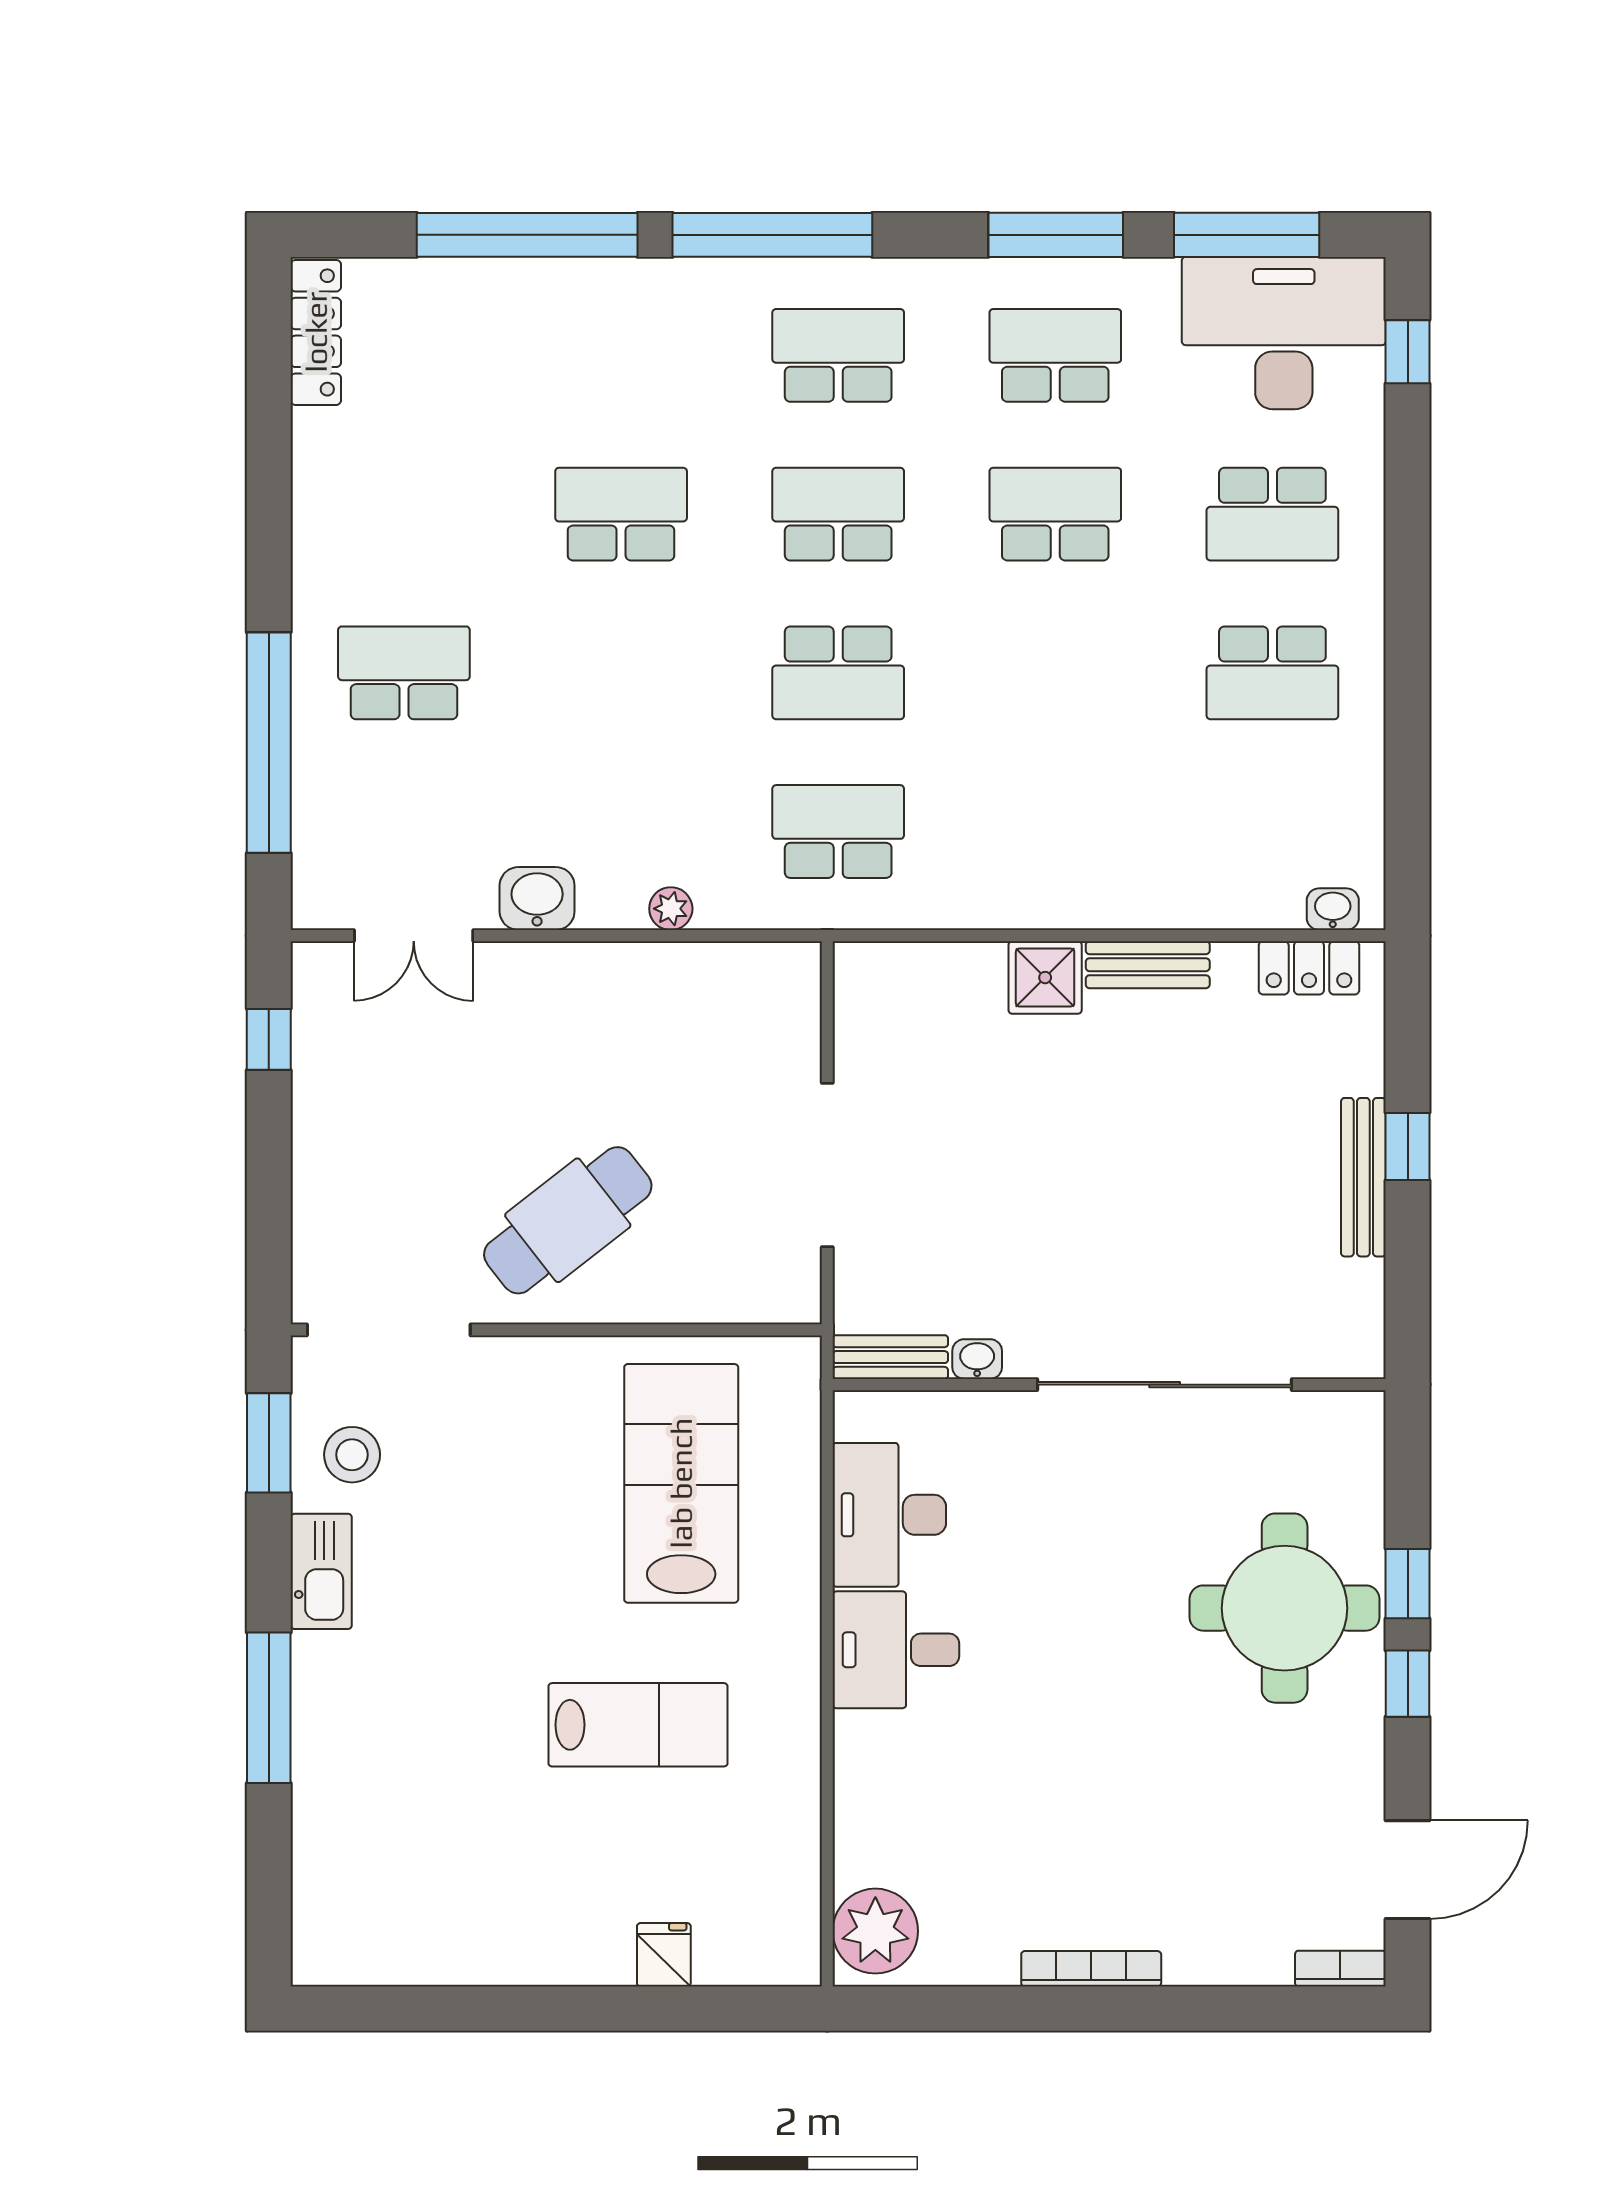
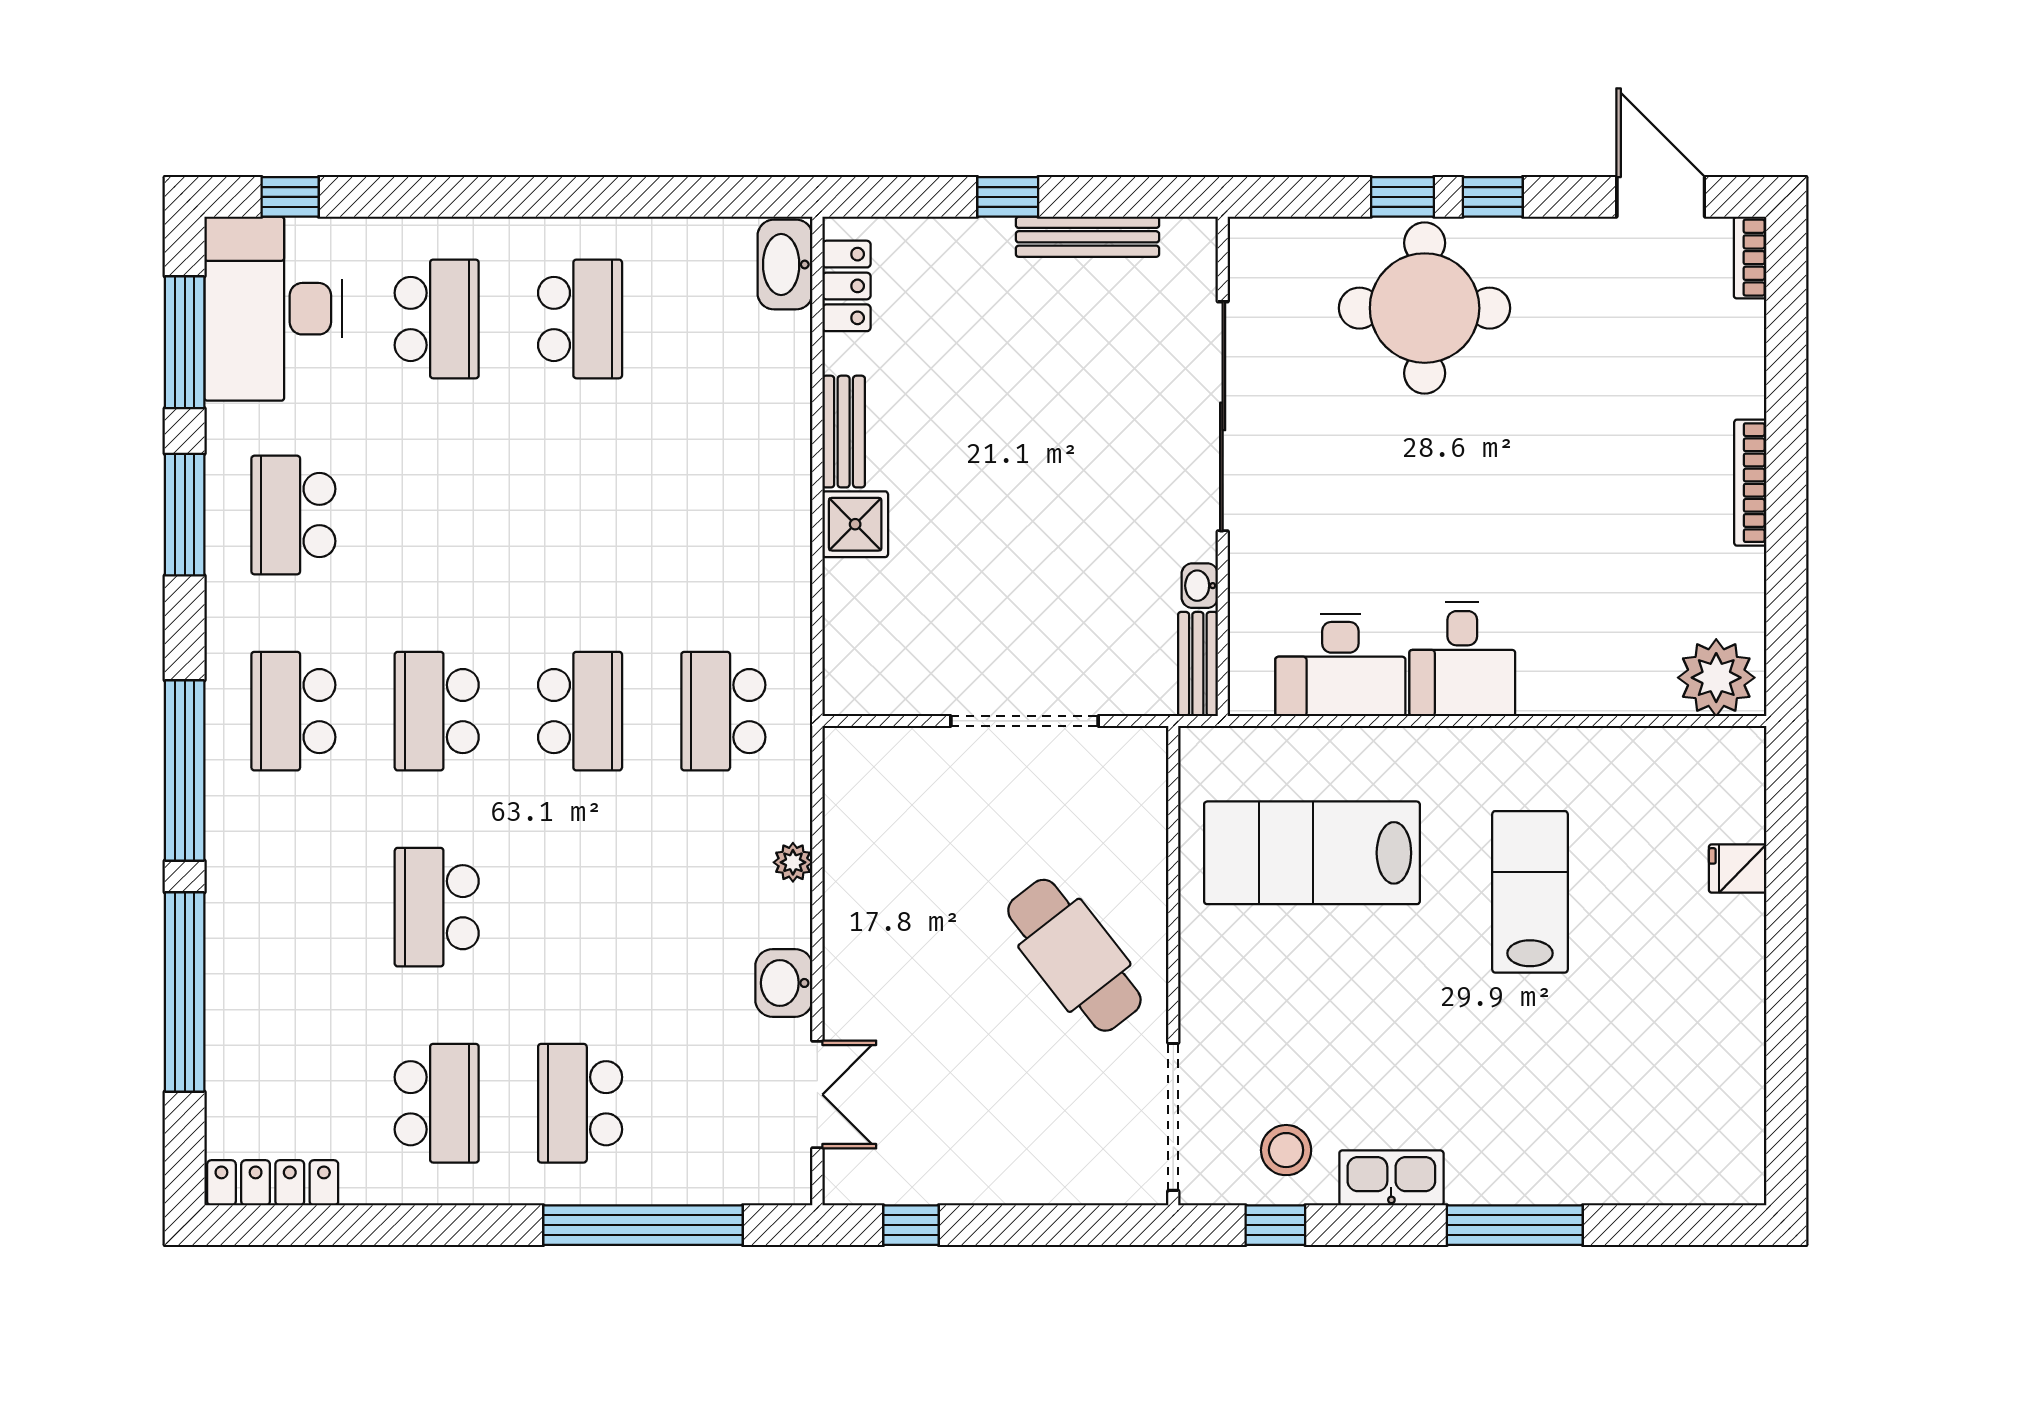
school desk: (1055, 514) -> (437, 1103), moved, turned 180
washbasin: (1333, 909) -> (785, 264), width x1.91, depth x1.45
bench: (1363, 1177) -> (1087, 237), moved
window: (269, 1443) -> (1275, 1225), width x0.67

